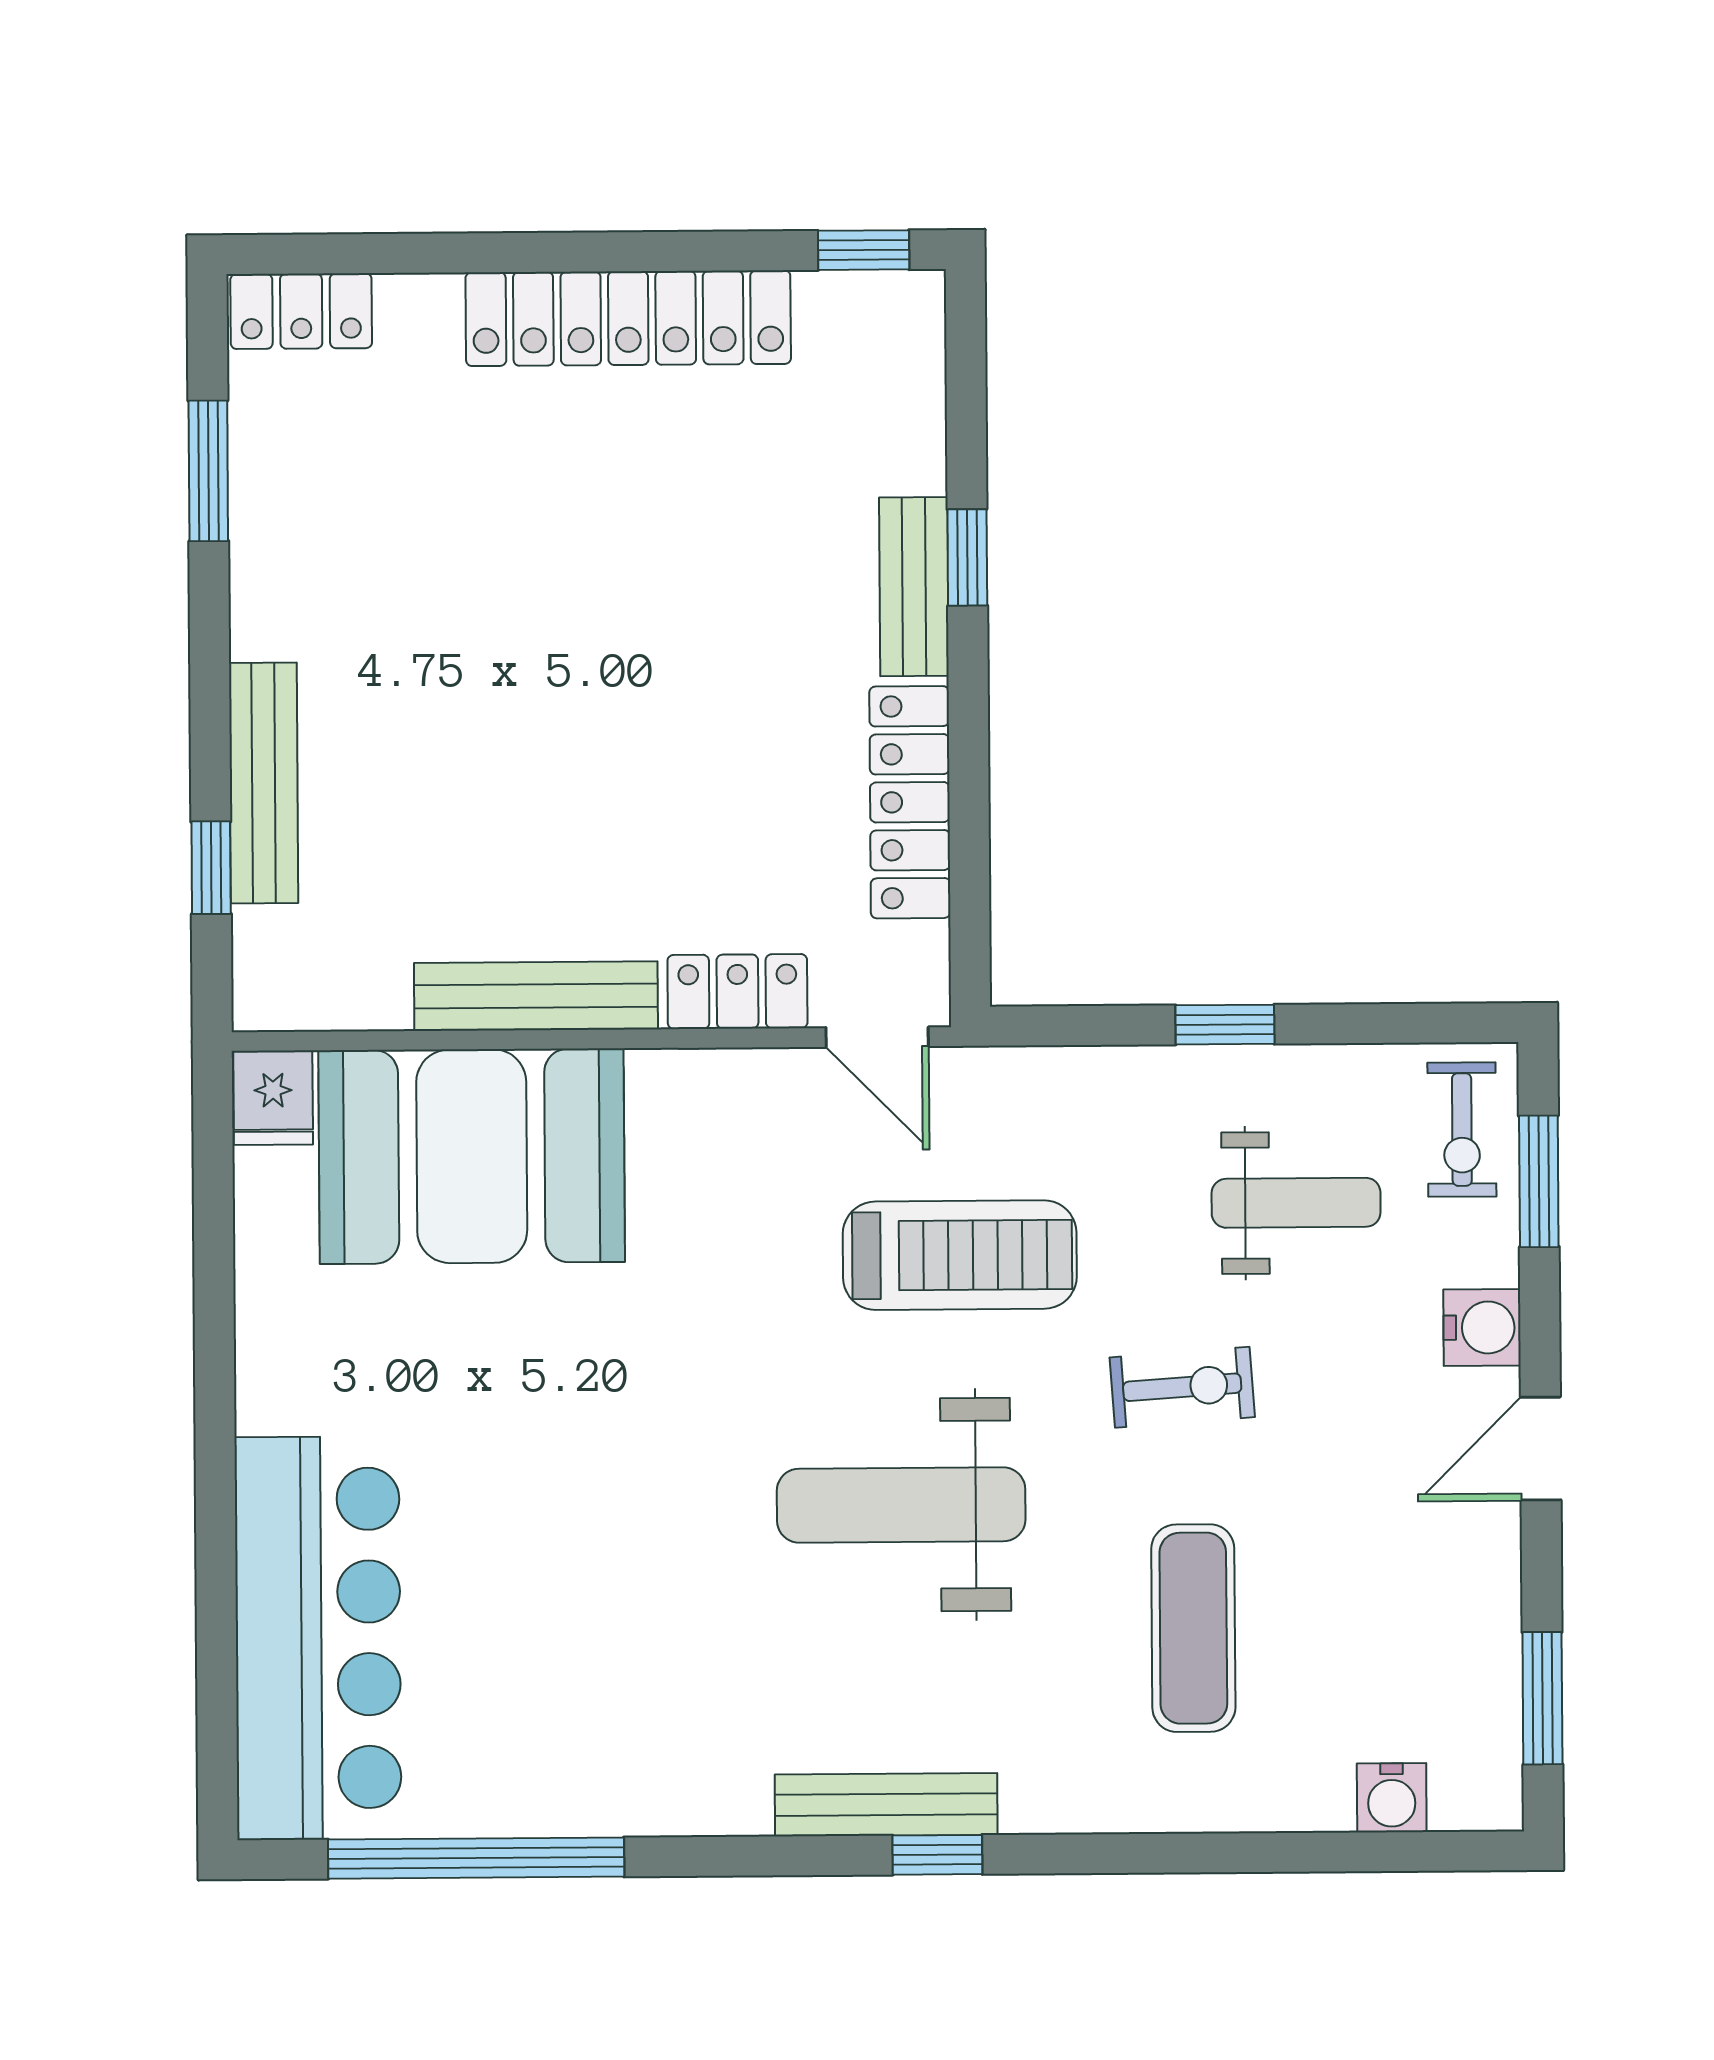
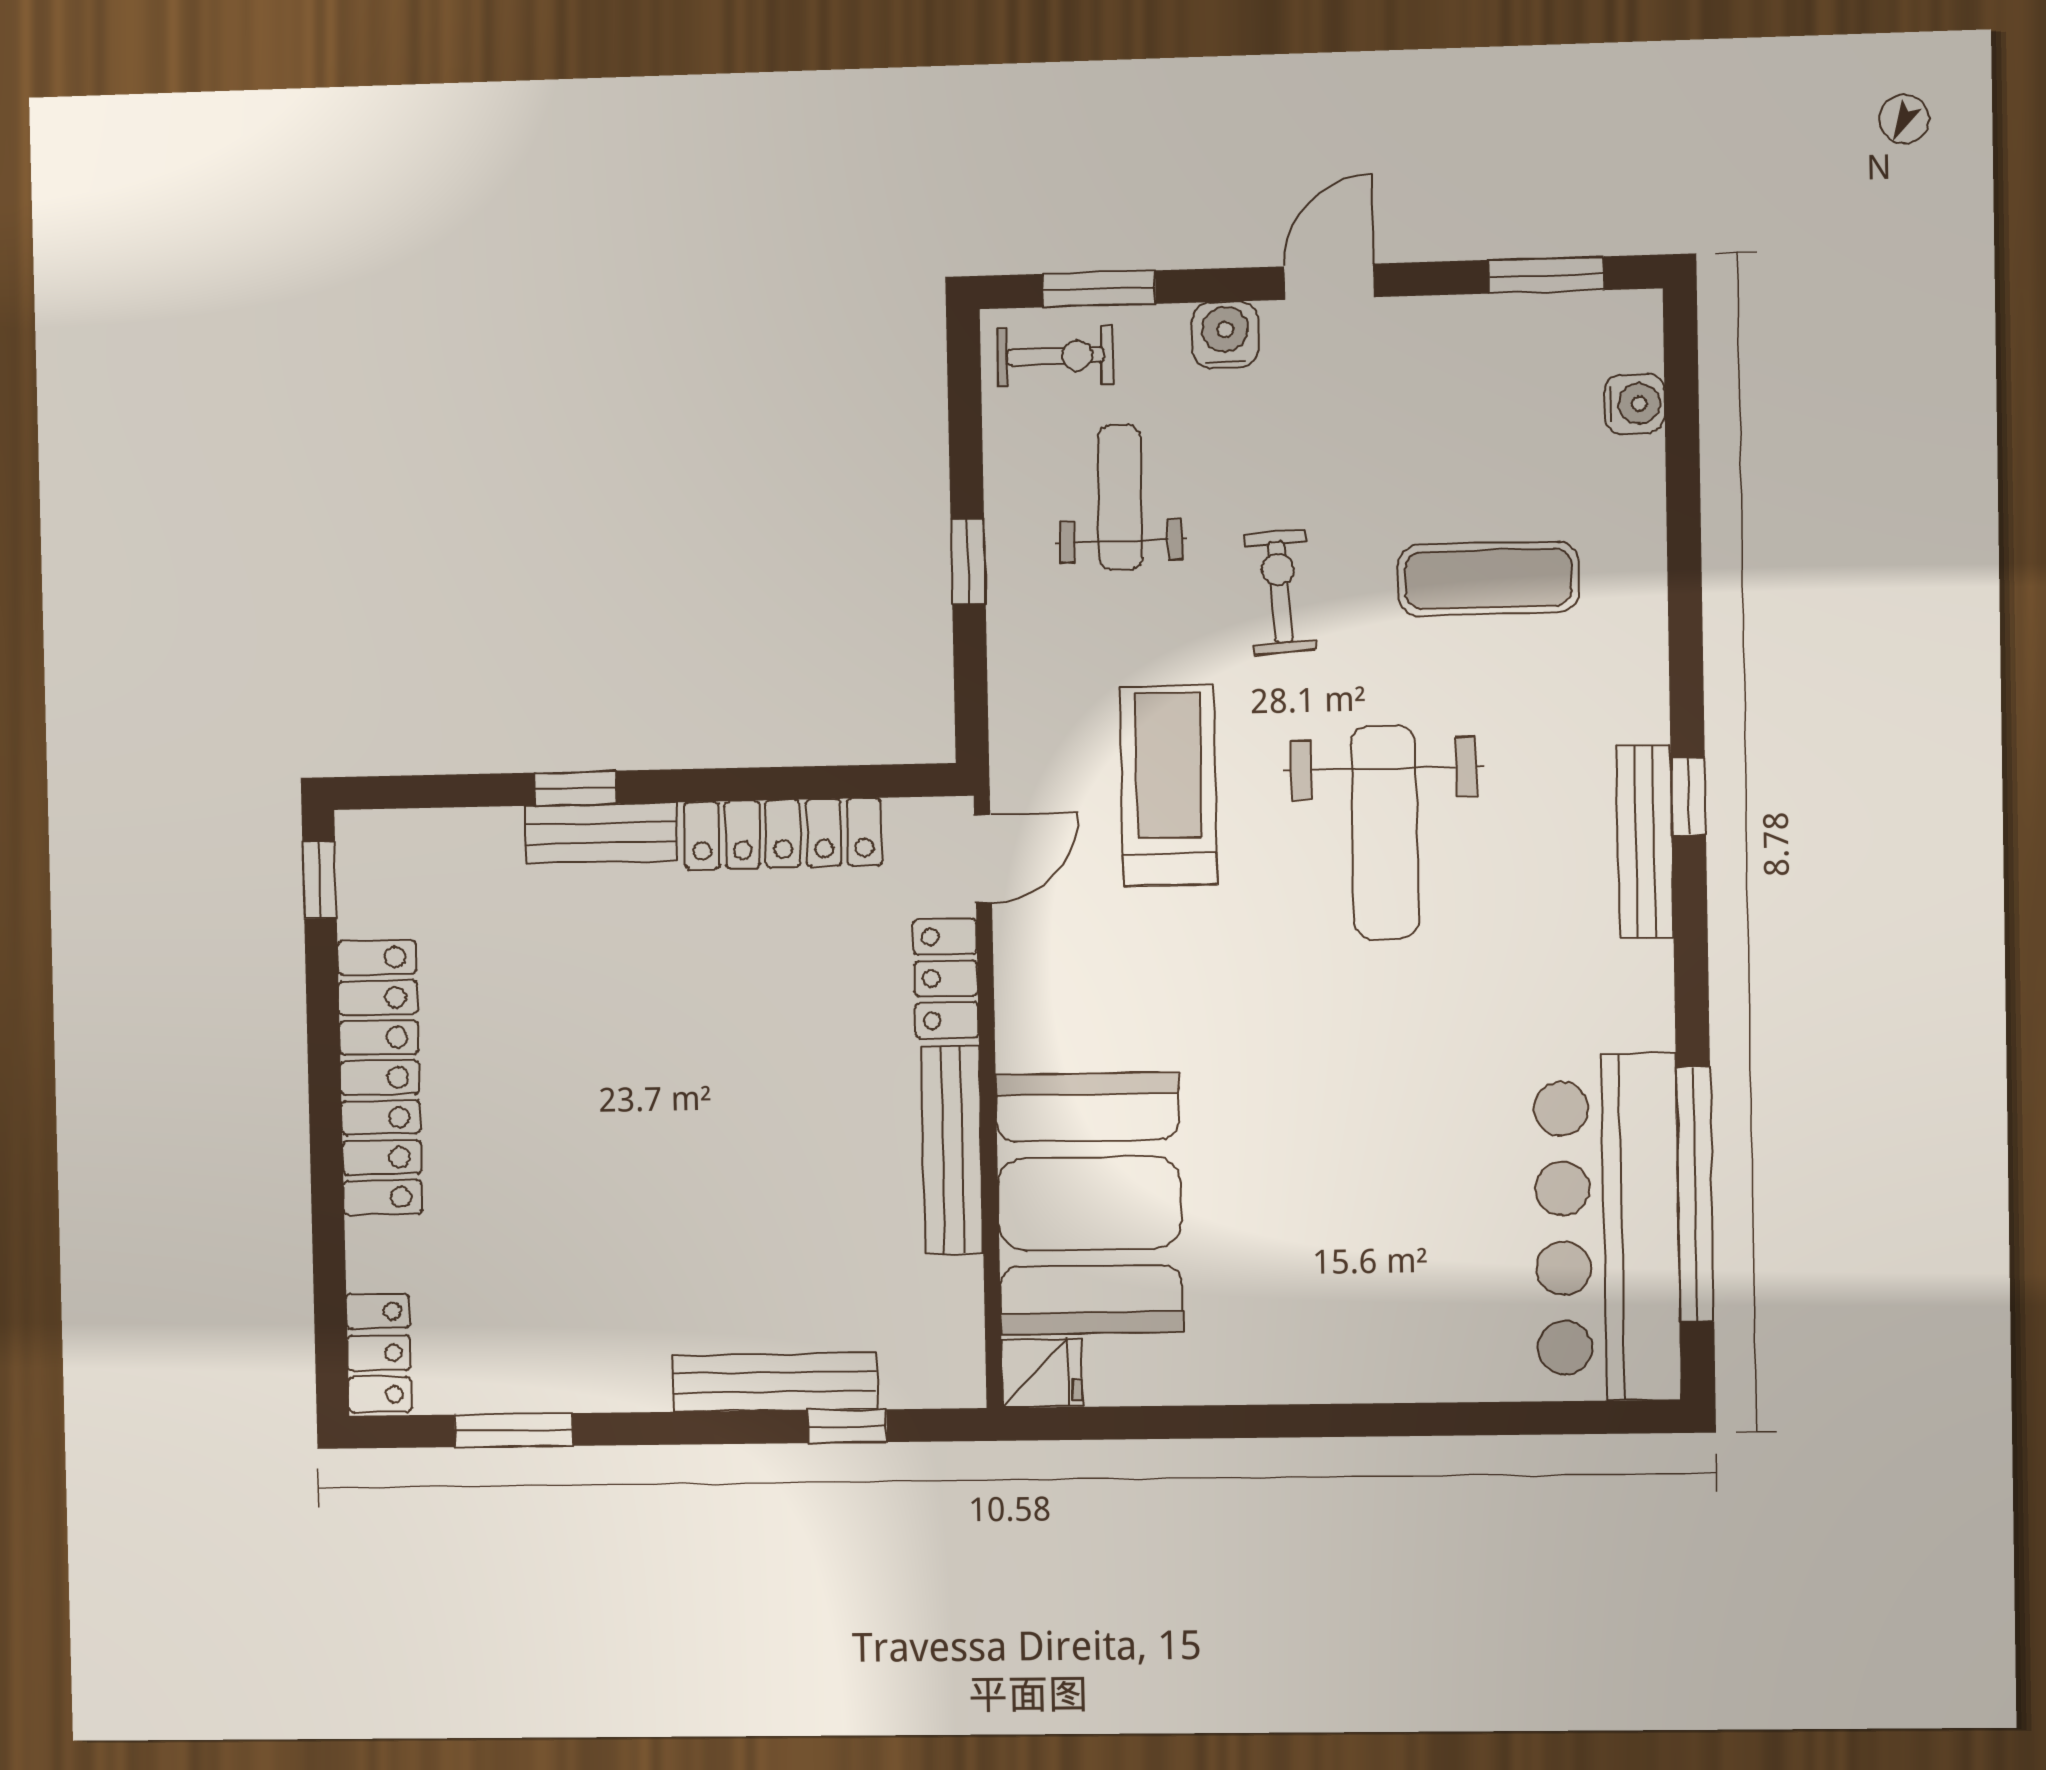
door: (1541, 1449) -> (1329, 282), swing flipped
bar counter: (318, 1638) -> (1607, 1228), moved, turned -90

